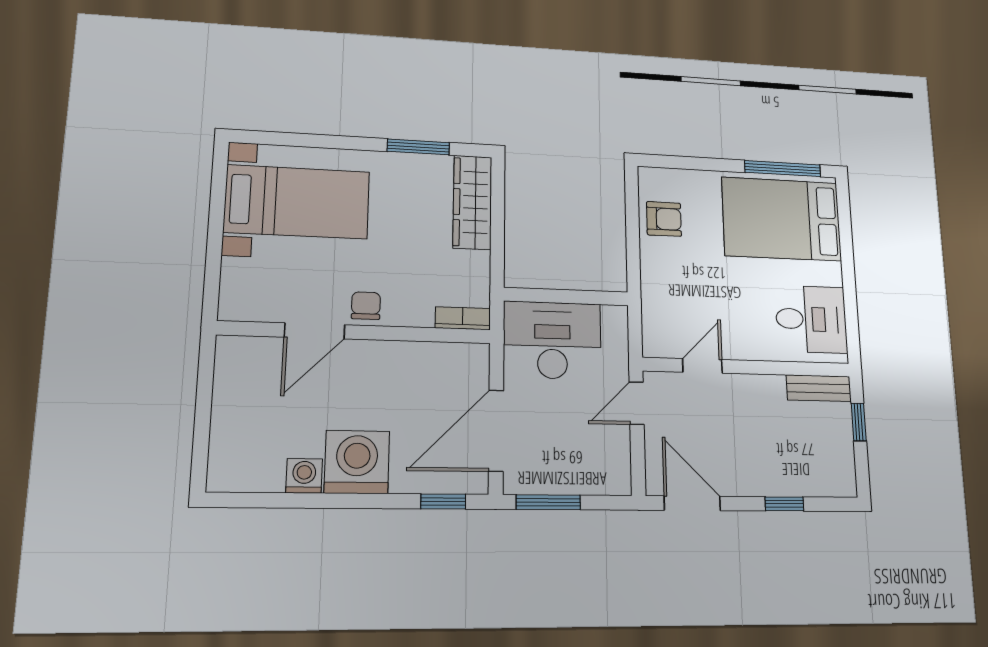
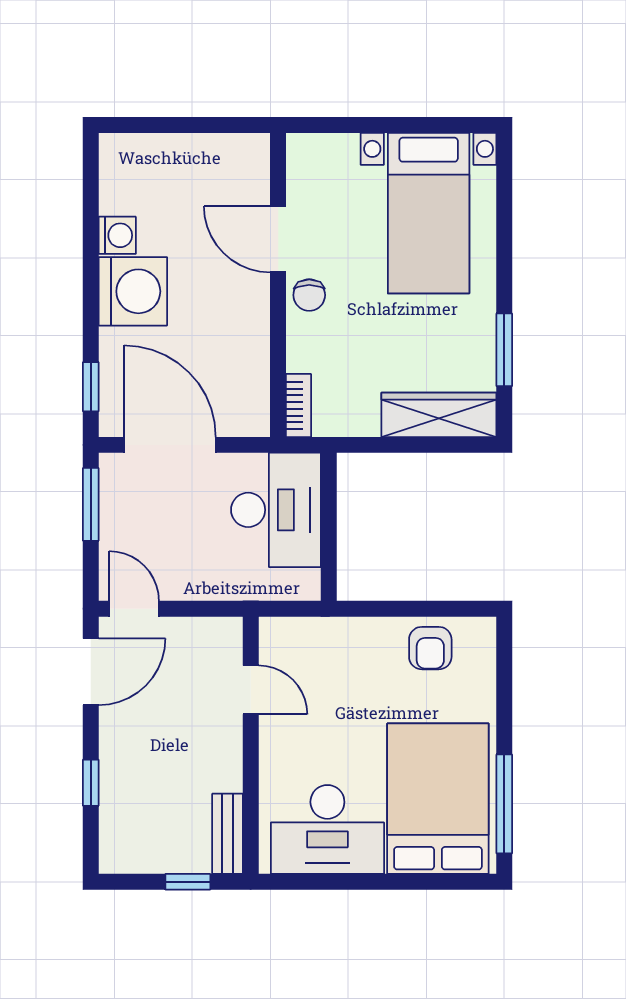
chair: (366, 306) -> (309, 295), turned 90
desk: (811, 319) -> (327, 829), width x1.37
door: (637, 403) -> (134, 609), moved

